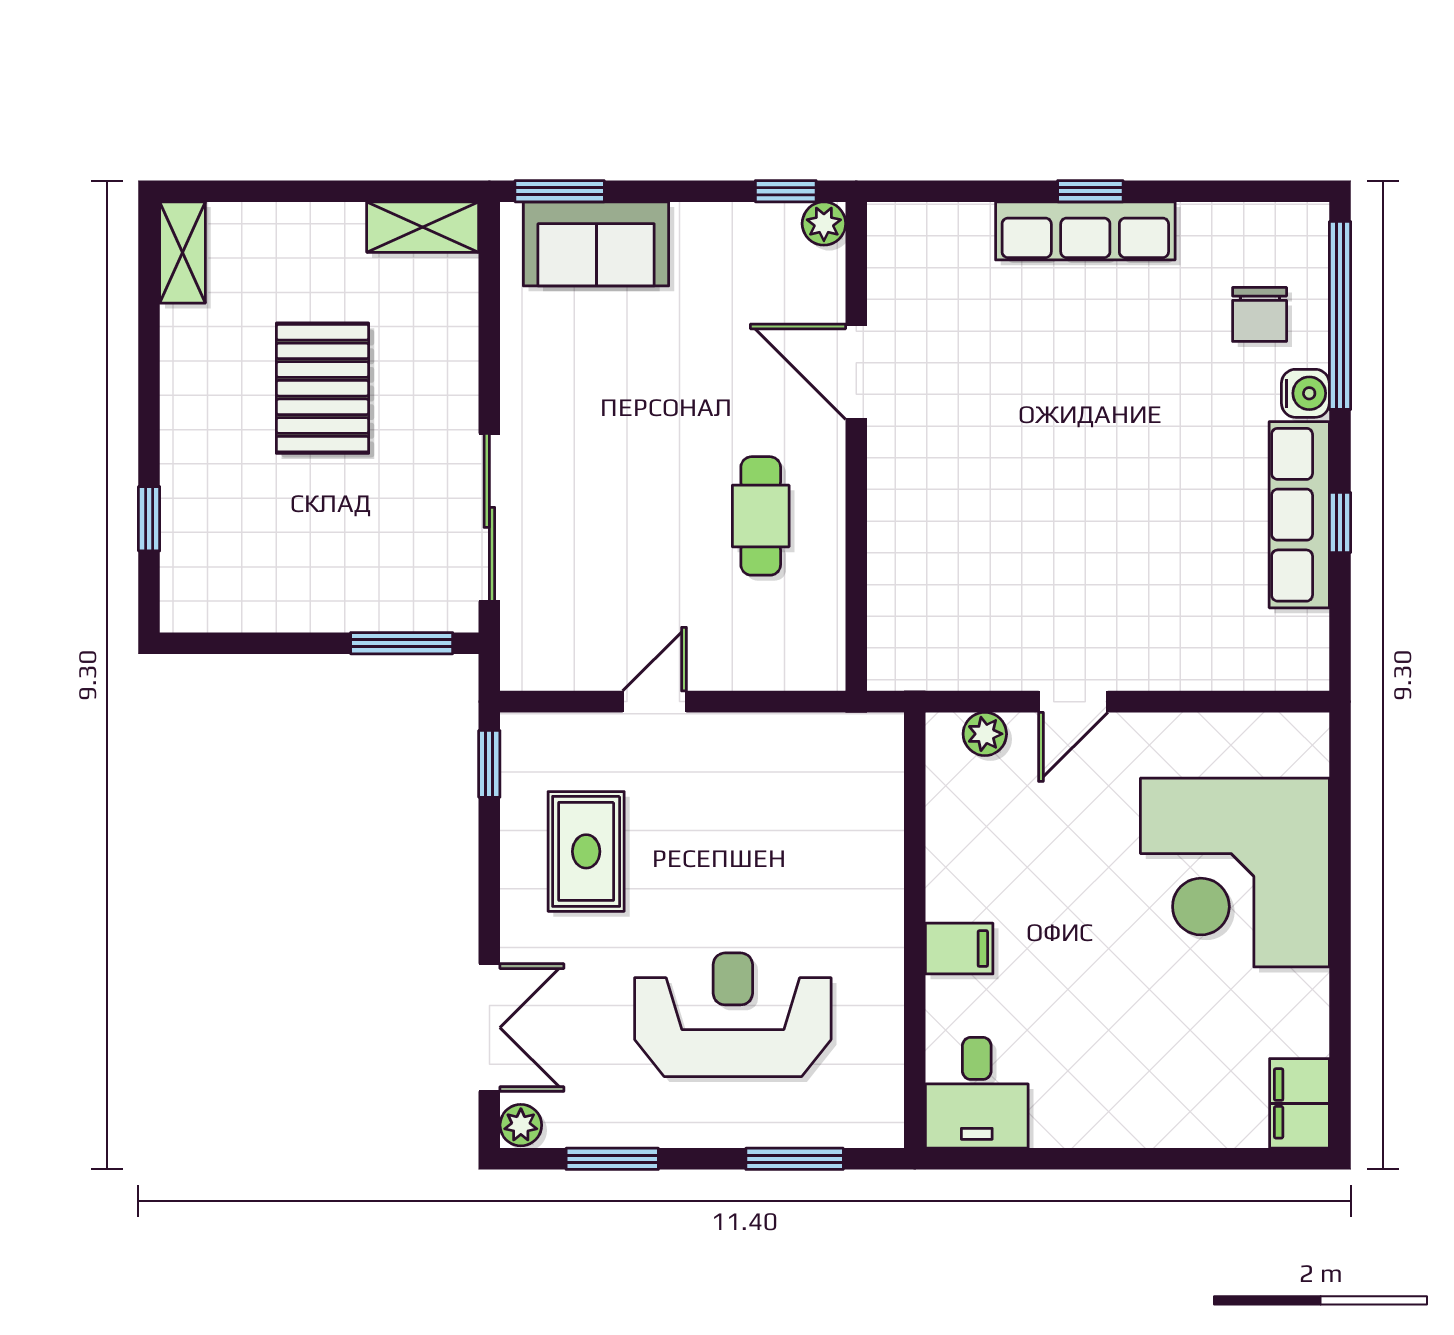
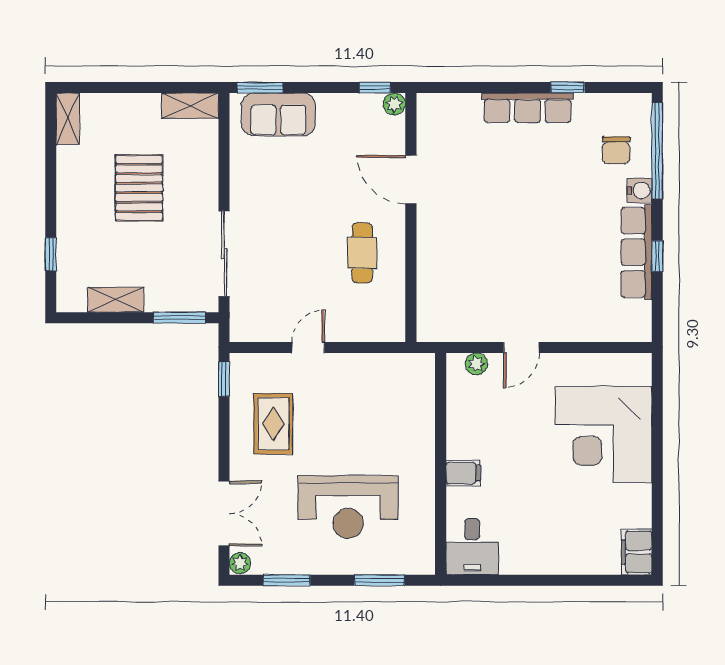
window: (1090, 191) -> (568, 88), moved
shelving: (277, 608) -> (116, 300), added
reception desk: (733, 1015) -> (348, 507), turned 180

